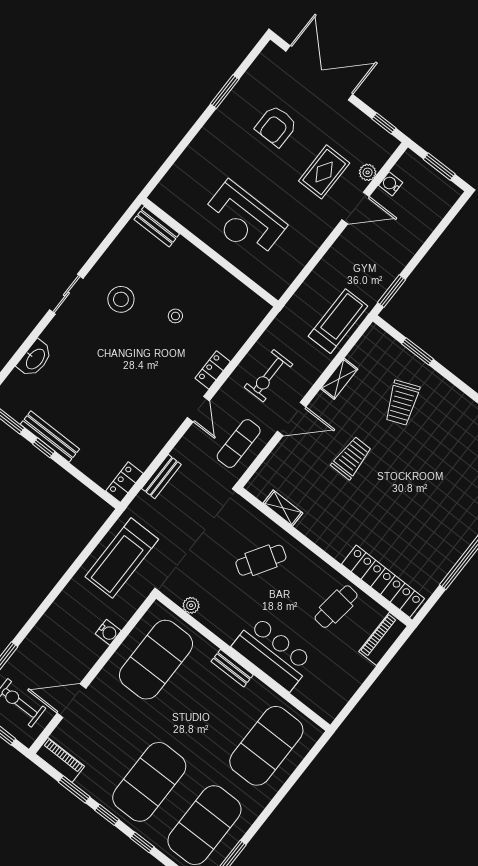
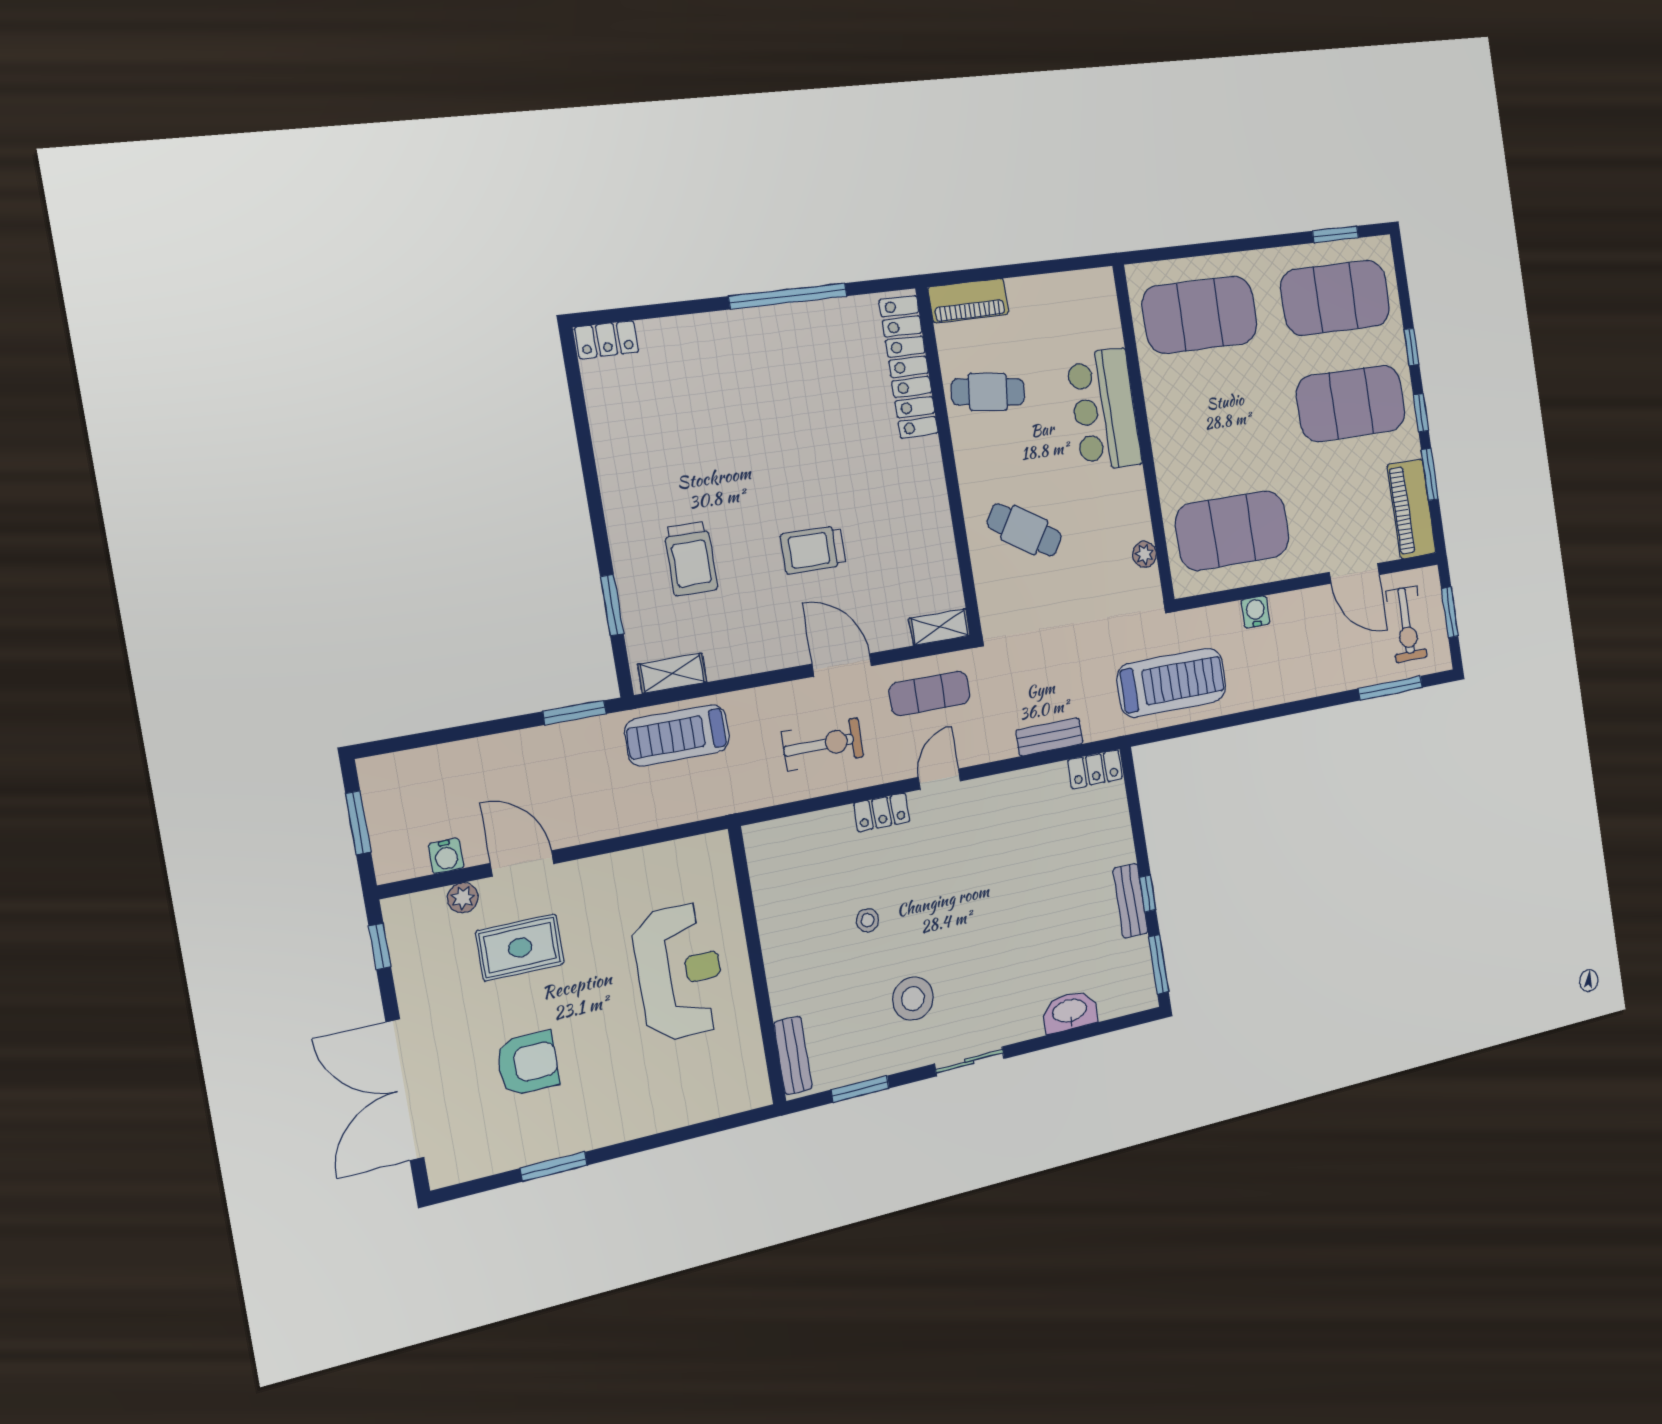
window: (110, 238) -> (860, 1089), added
shelving: (339, 379) -> (672, 673), moved
trolley: (402, 403) -> (691, 559), turned 112
bench: (50, 437) -> (1130, 901), width x0.73
shelving: (283, 508) -> (940, 627), moved, turned 90
bench: (232, 668) -> (1162, 438), removed
piano: (60, 760) -> (1412, 509), width x1.37, depth x1.33

